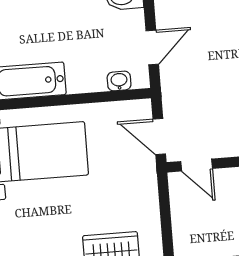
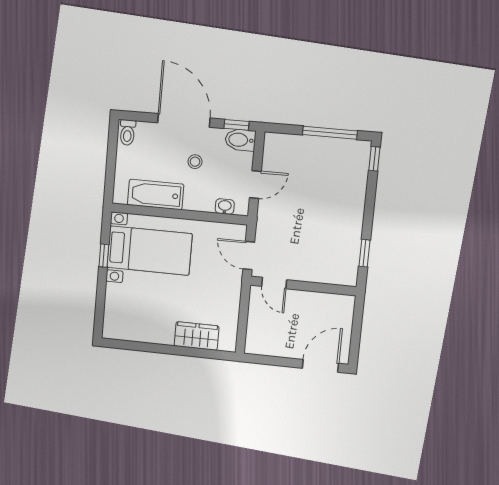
stool: (73, 32) -> (195, 162), added

